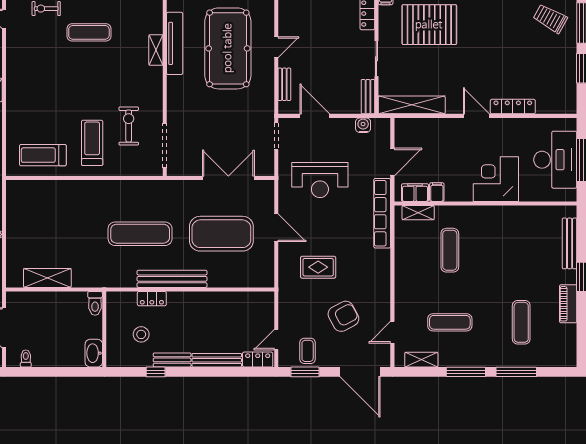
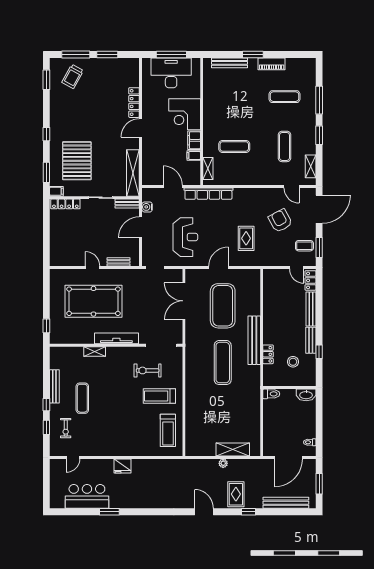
tv unit: (175, 43) -> (116, 338), moved
door: (315, 116) -> (141, 227), moved
filing cabinet: (415, 193) -> (194, 140), moved
shelving: (47, 278) -> (233, 450), moved, turned 90
window: (466, 372) -> (319, 135), width x0.69

